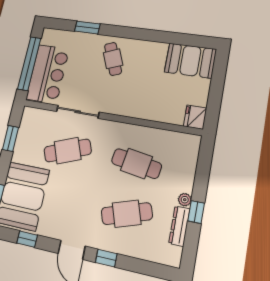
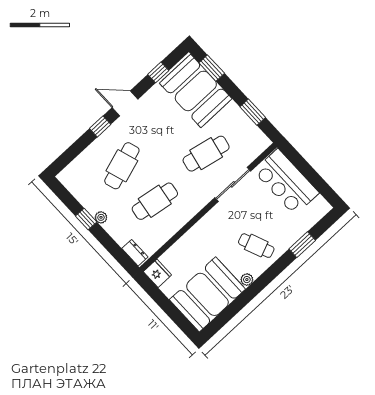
plant: (145, 46) -> (247, 280), added
booth: (190, 61) -> (207, 294), width x1.36, depth x1.42
window: (29, 64) -> (309, 172), removed
cafe table: (68, 151) -> (206, 154), turned 33
dresser: (179, 226) -> (135, 253), moved, width x0.70

